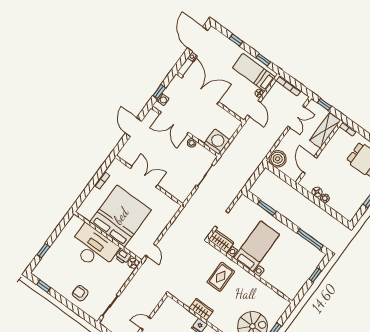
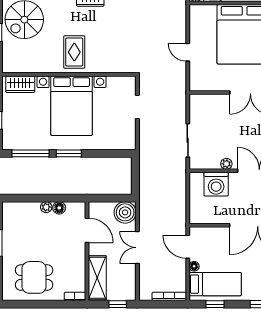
double door: (296, 117) -> (137, 248), moved
washing machine: (217, 142) -> (216, 184), moved
window: (267, 208) -> (69, 153), moved
wardrobe: (221, 241) -> (20, 84), moved
bed with nightstands: (257, 246) -> (72, 106), width x1.36
door: (151, 250) -> (188, 52), moved
rug: (221, 277) -> (74, 52), moved

